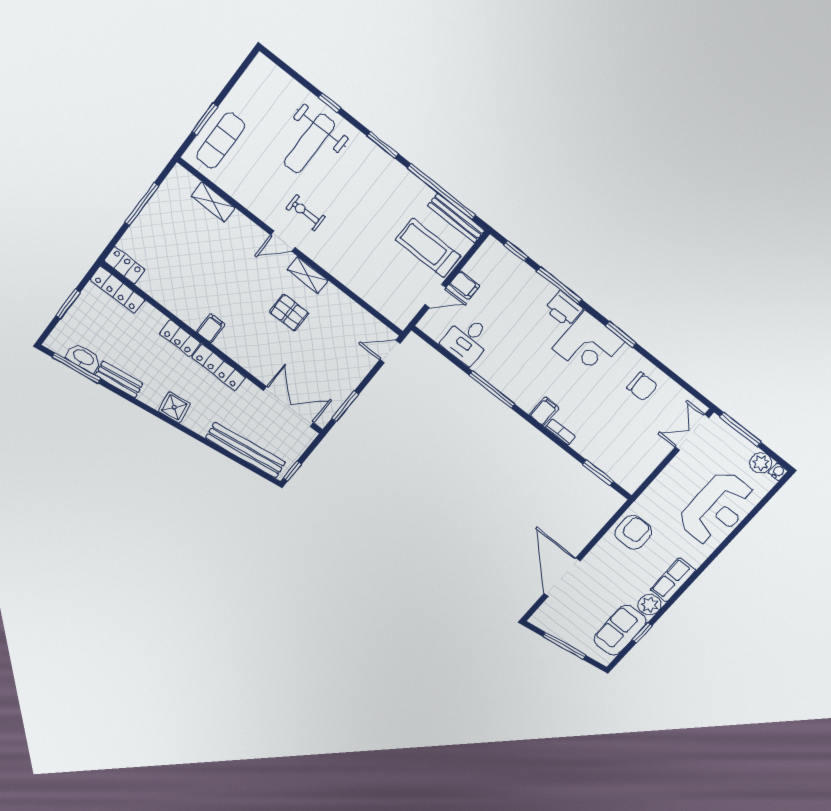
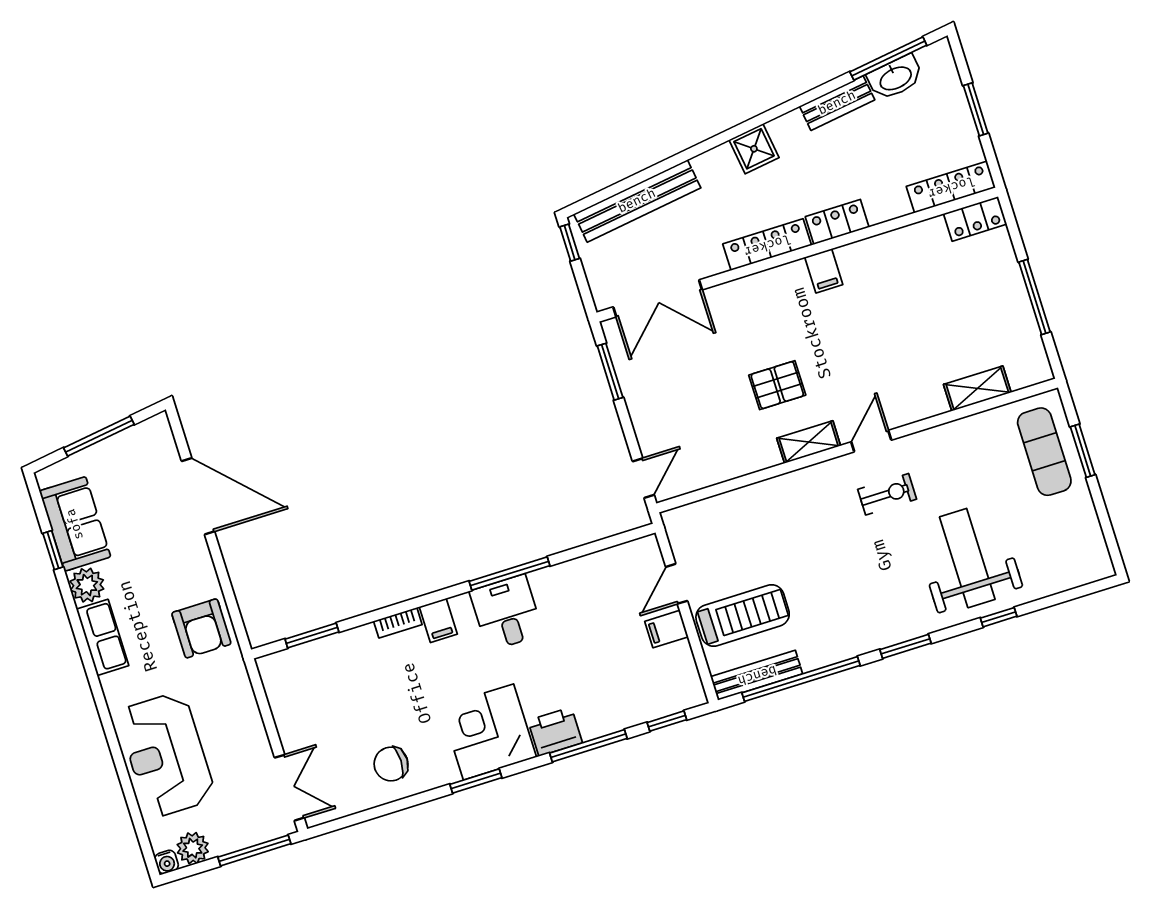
desk: (467, 340) -> (506, 613), moved

